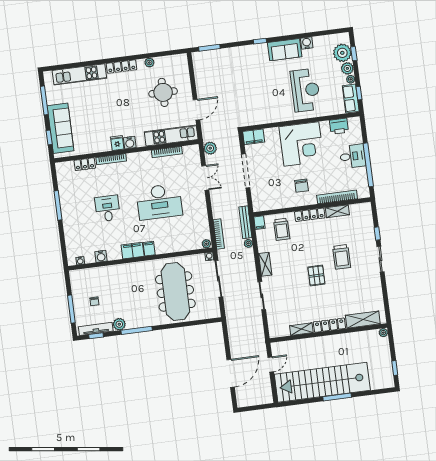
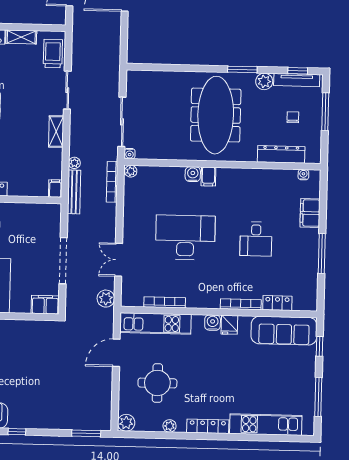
plant: (181, 60) -> (126, 423), added
sofa: (61, 128) -> (284, 331), moved, turned -90
trolley: (282, 229) -> (53, 54), moved
filing cabinet: (133, 251) -> (310, 213), moved, turned 90
water cooler: (101, 256) -> (193, 174), moved
dresser: (99, 273) -> (281, 154), added
meeting table: (175, 291) -> (216, 115), moved
window: (137, 330) -> (242, 69), width x0.69

